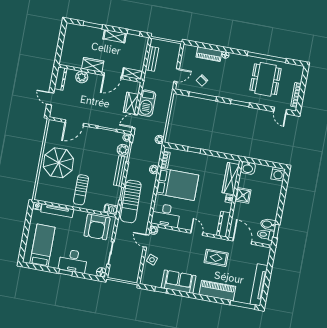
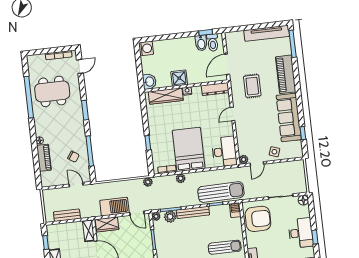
wardrobe: (131, 103) -> (107, 224), moved
sofa: (179, 282) -> (289, 117), width x1.36

